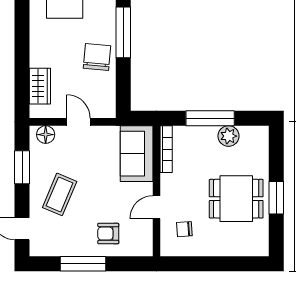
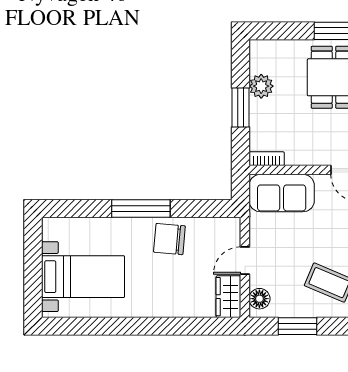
wardrobe: (40, 86) -> (228, 297), moved, turned -90
window: (210, 118) -> (241, 107), width x0.69
bookcase: (166, 149) -> (267, 159), width x0.64

